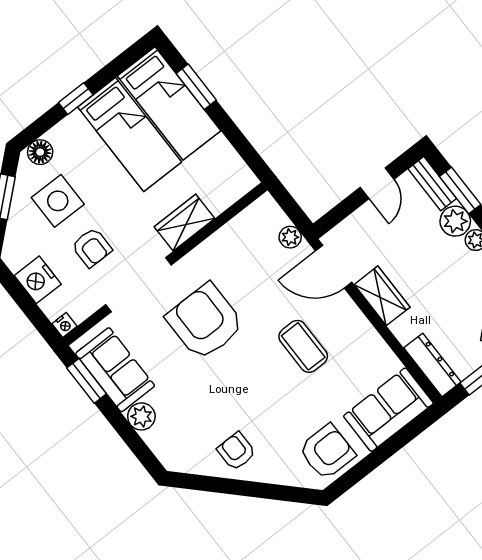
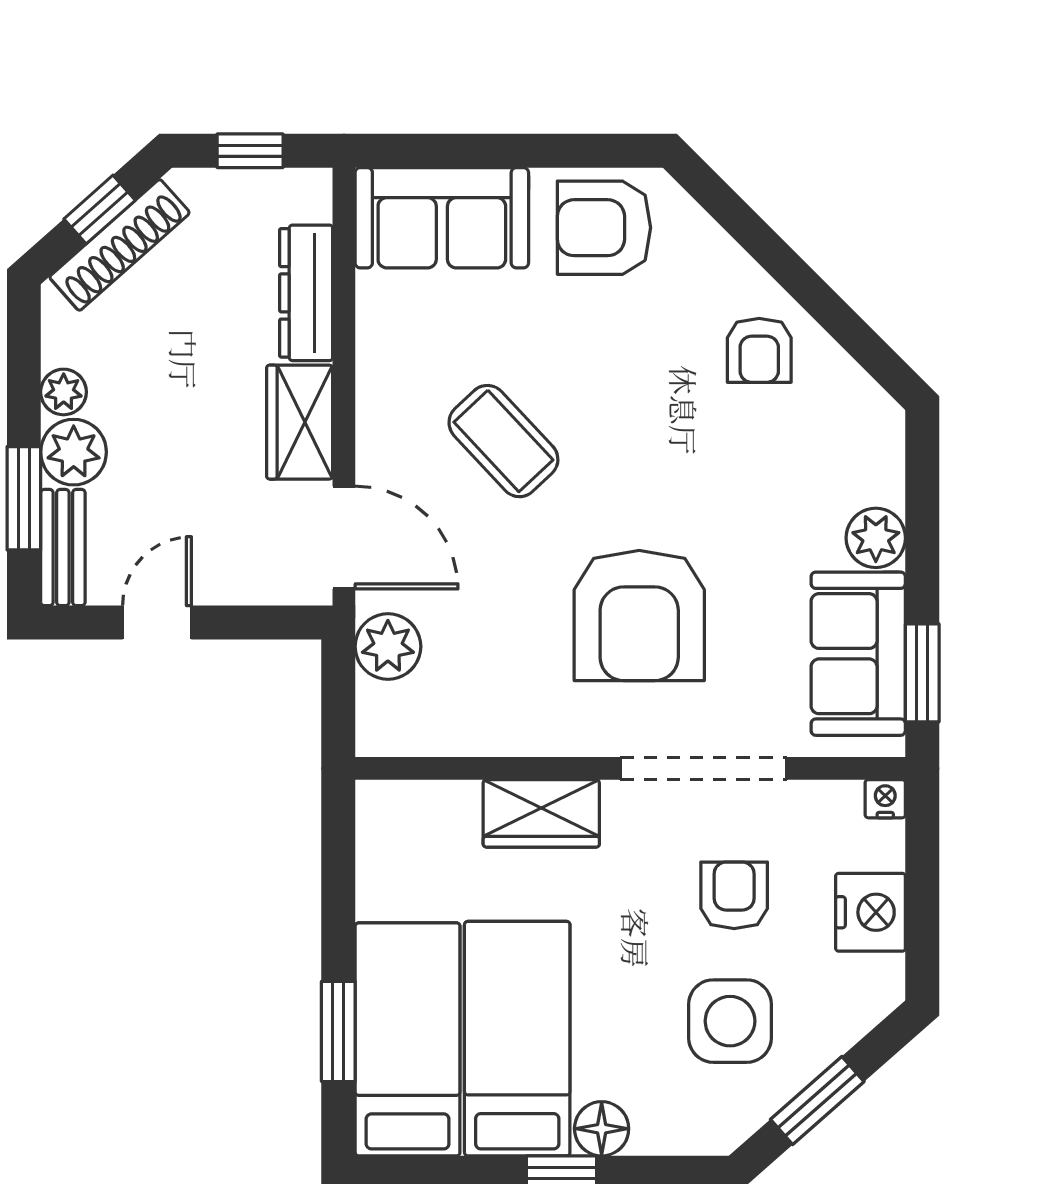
floor lamp: (40, 152) -> (602, 1129), moved
plant: (290, 237) -> (388, 646), width x1.38, depth x1.38
coffee table: (303, 346) -> (503, 441), turned -43
dresser: (432, 365) -> (306, 293), moved

